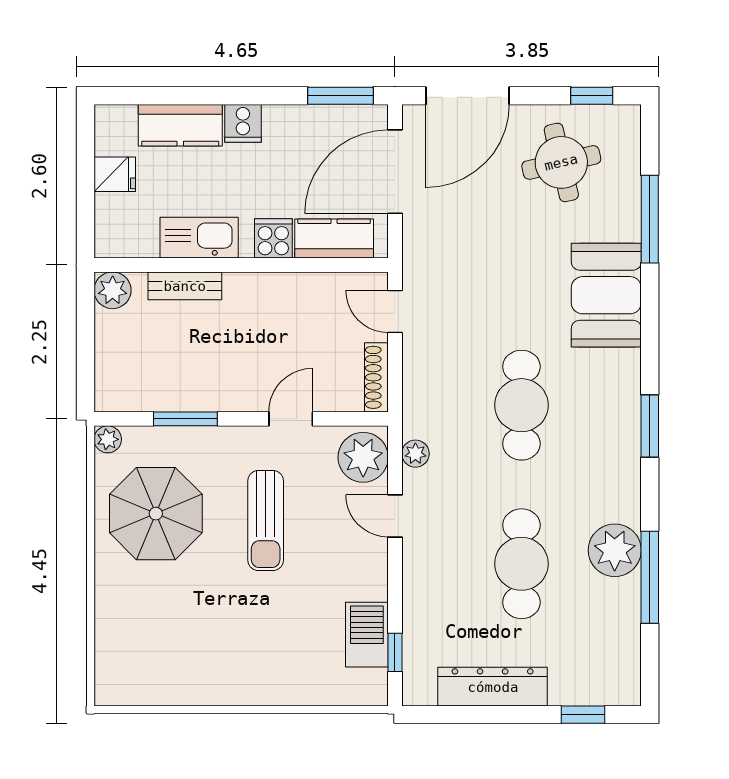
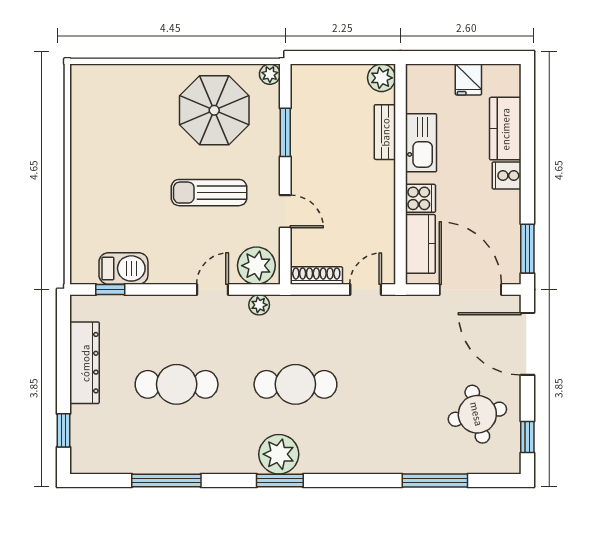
booth: (606, 295) -> (378, 448), removed
plant: (615, 550) -> (279, 454), moved

